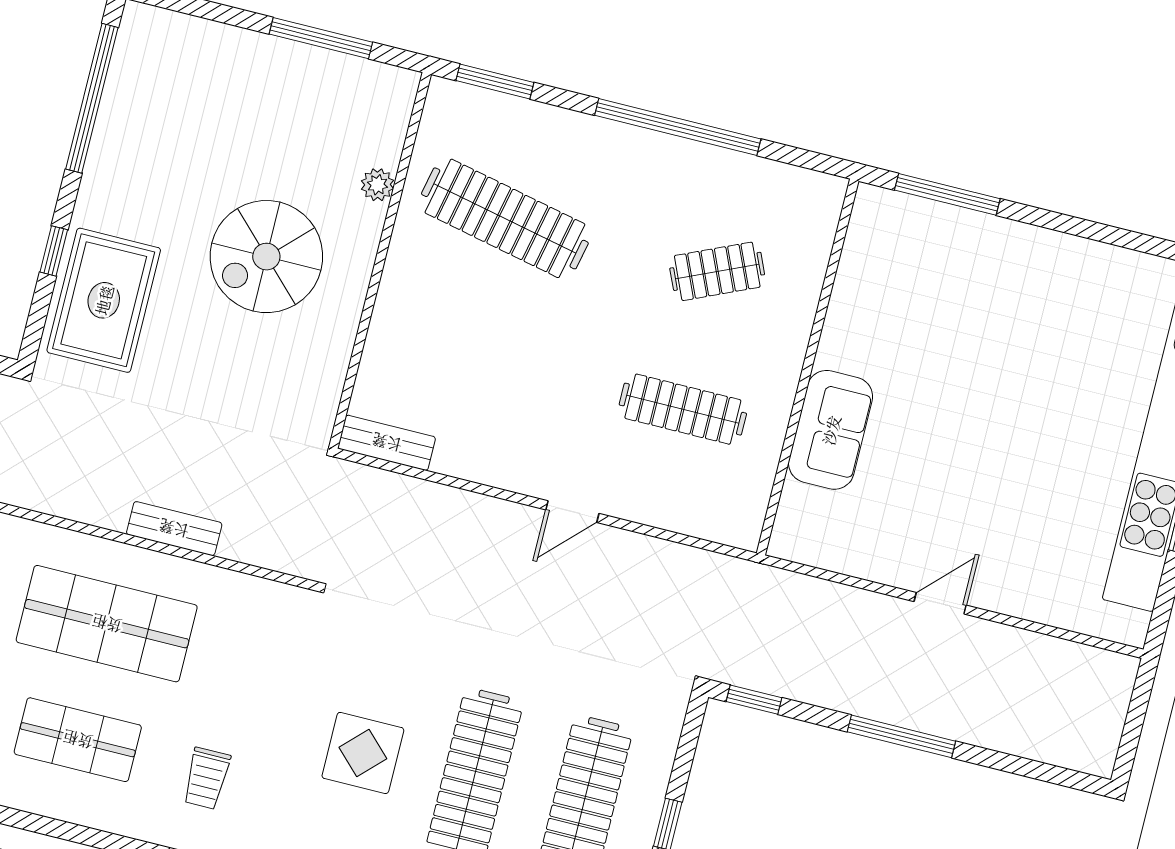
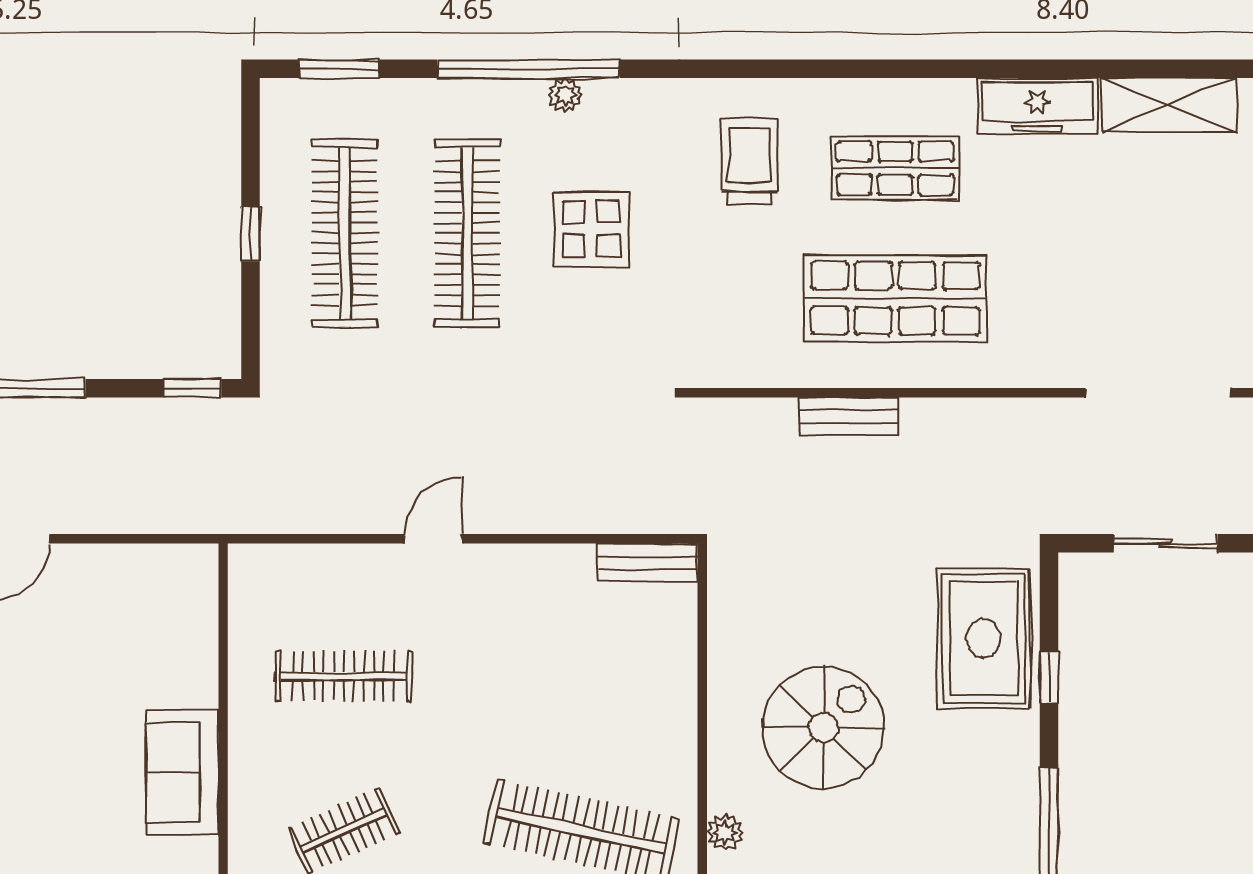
sofa: (831, 430) -> (182, 772), moved
trolley: (206, 778) -> (749, 161), width x1.36, depth x1.39

